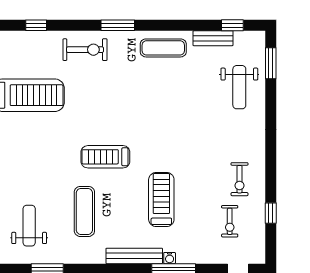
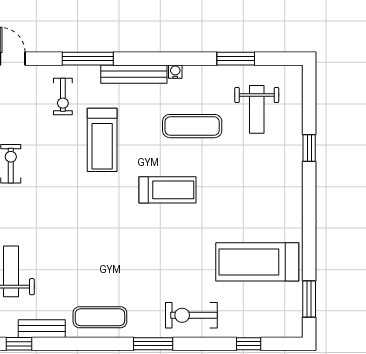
exercise mat: (84, 211) -> (192, 126), turned 90
exercise bike: (230, 221) -> (63, 96), moved, turned 180
water cooler: (170, 258) -> (175, 72), moved

